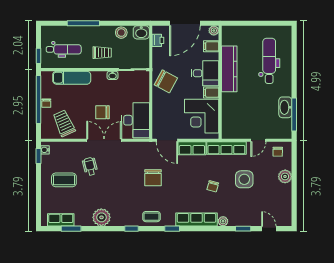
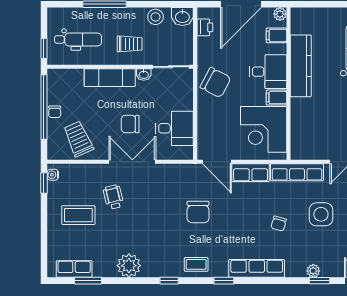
exam couch: (72, 78) -> (110, 78), moved
desk: (135, 120) -> (174, 128), width x0.73
plant: (223, 221) -> (313, 271), moved

